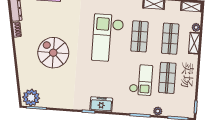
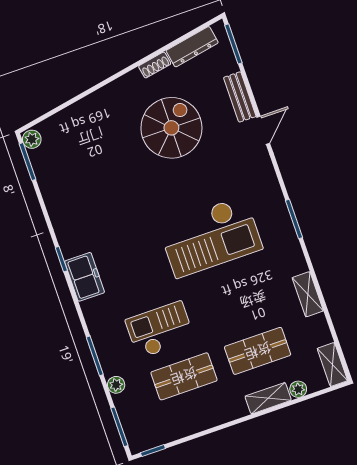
shop shelf: (139, 36) -> (238, 293), removed
checkout: (108, 38) -> (210, 237), turned 180
spiral stairs: (53, 53) -> (171, 128), moved
checkout: (141, 80) -> (160, 330), turned 180
plant: (31, 98) -> (32, 139), width x0.53, depth x0.53

